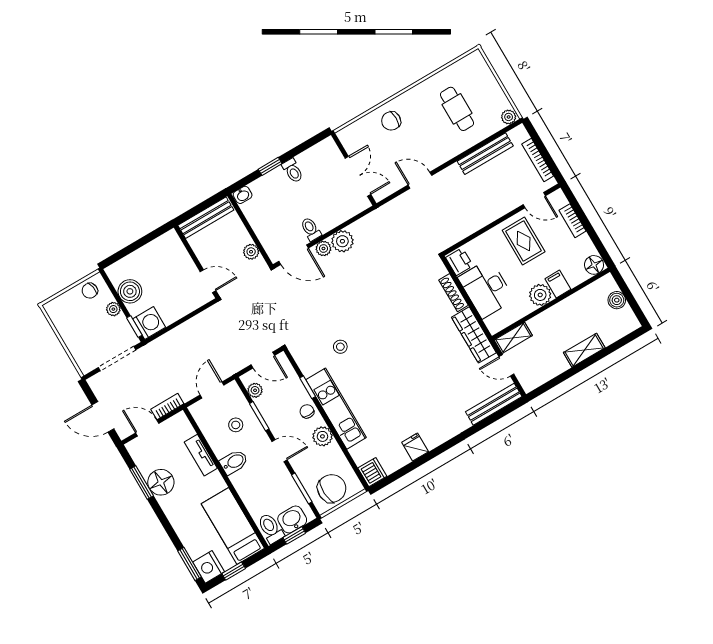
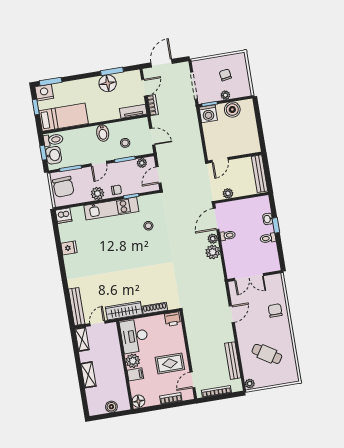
cafe table: (457, 109) -> (267, 354), turned 33
washbasin: (243, 195) -> (268, 219), moved
desk: (486, 289) -> (134, 336), moved, turned -90
chair: (90, 291) -> (225, 75), moved
shelving: (513, 338) -> (82, 339), moved
tv unit: (201, 455) -> (133, 111), moved

